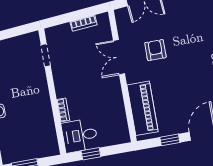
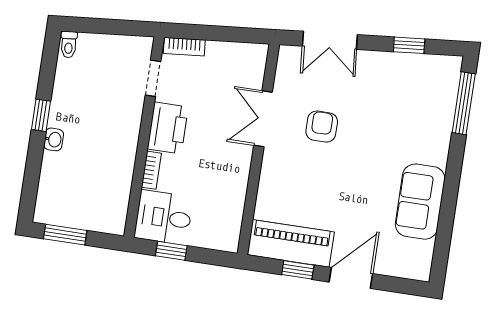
bookcase: (84, 23) -> (184, 47), moved
printer: (64, 82) -> (168, 128), added
piano: (143, 108) -> (291, 243), moved, turned -90

